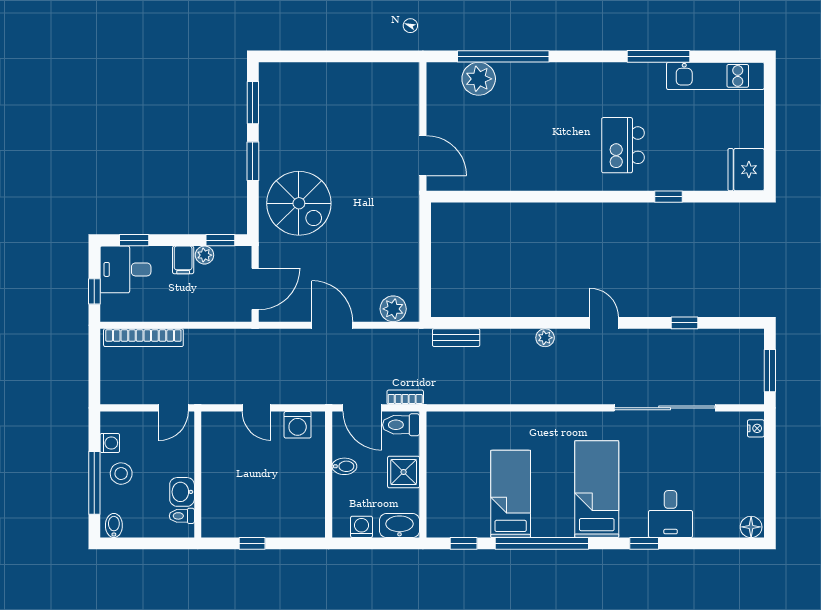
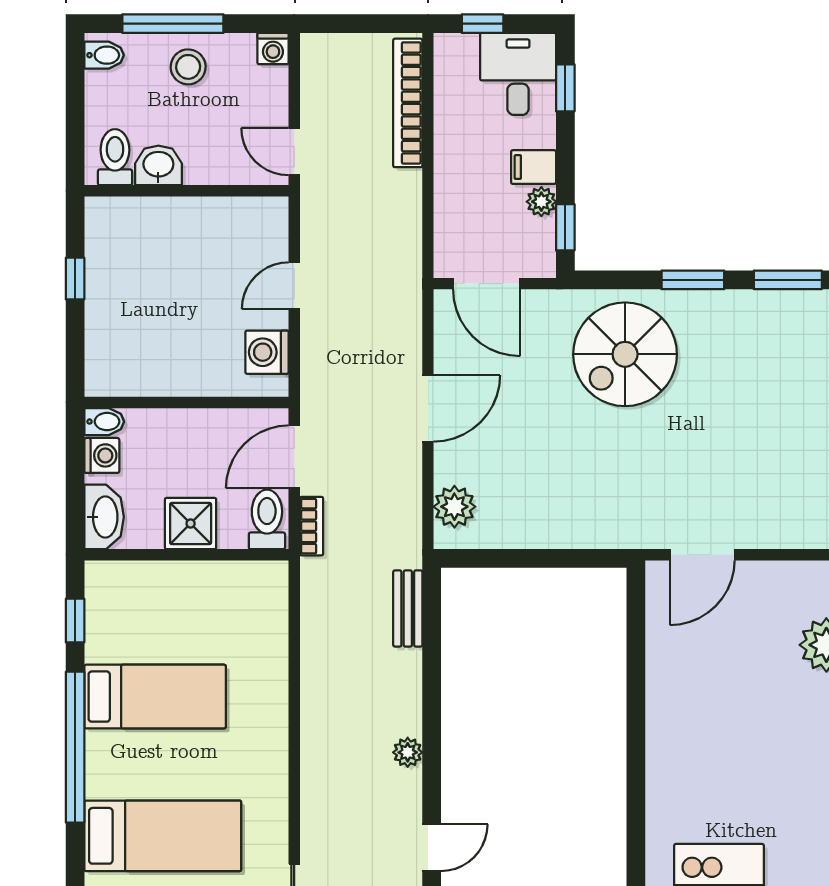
washing machine: (110, 443) -> (273, 49), moved
bidet: (344, 466) -> (104, 422), moved, turned -90
toilet: (182, 516) -> (115, 157), width x1.37, depth x1.39

